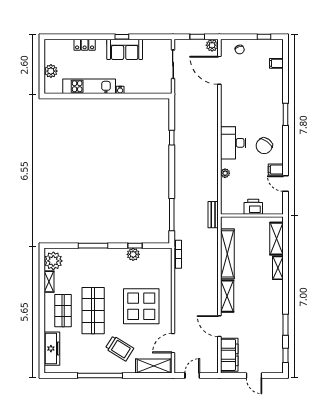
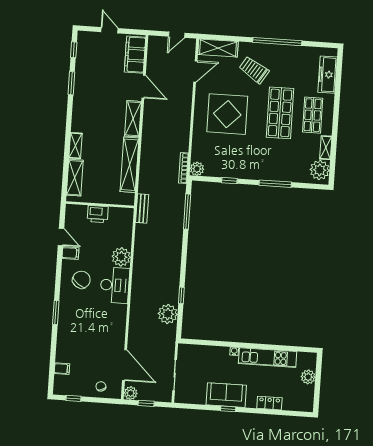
plant: (183, 120) -> (168, 314), added
plant: (225, 173) -> (121, 257), width x1.88, depth x1.88
plant: (133, 254) -> (197, 169), moved

